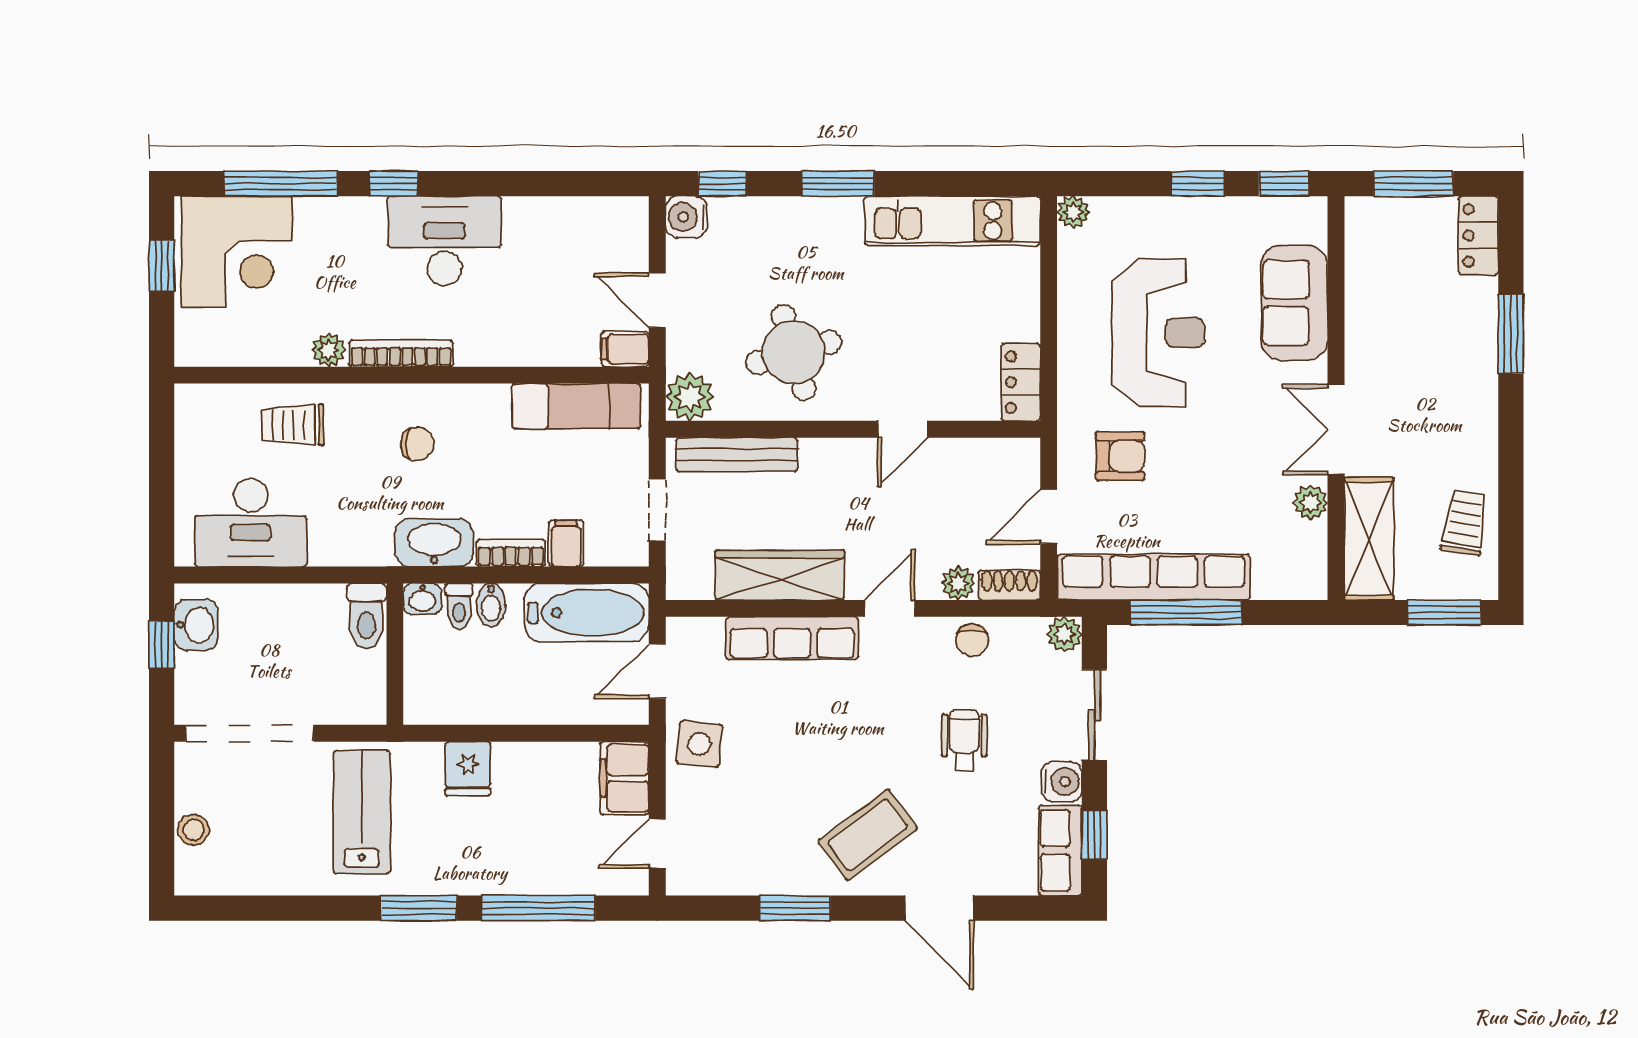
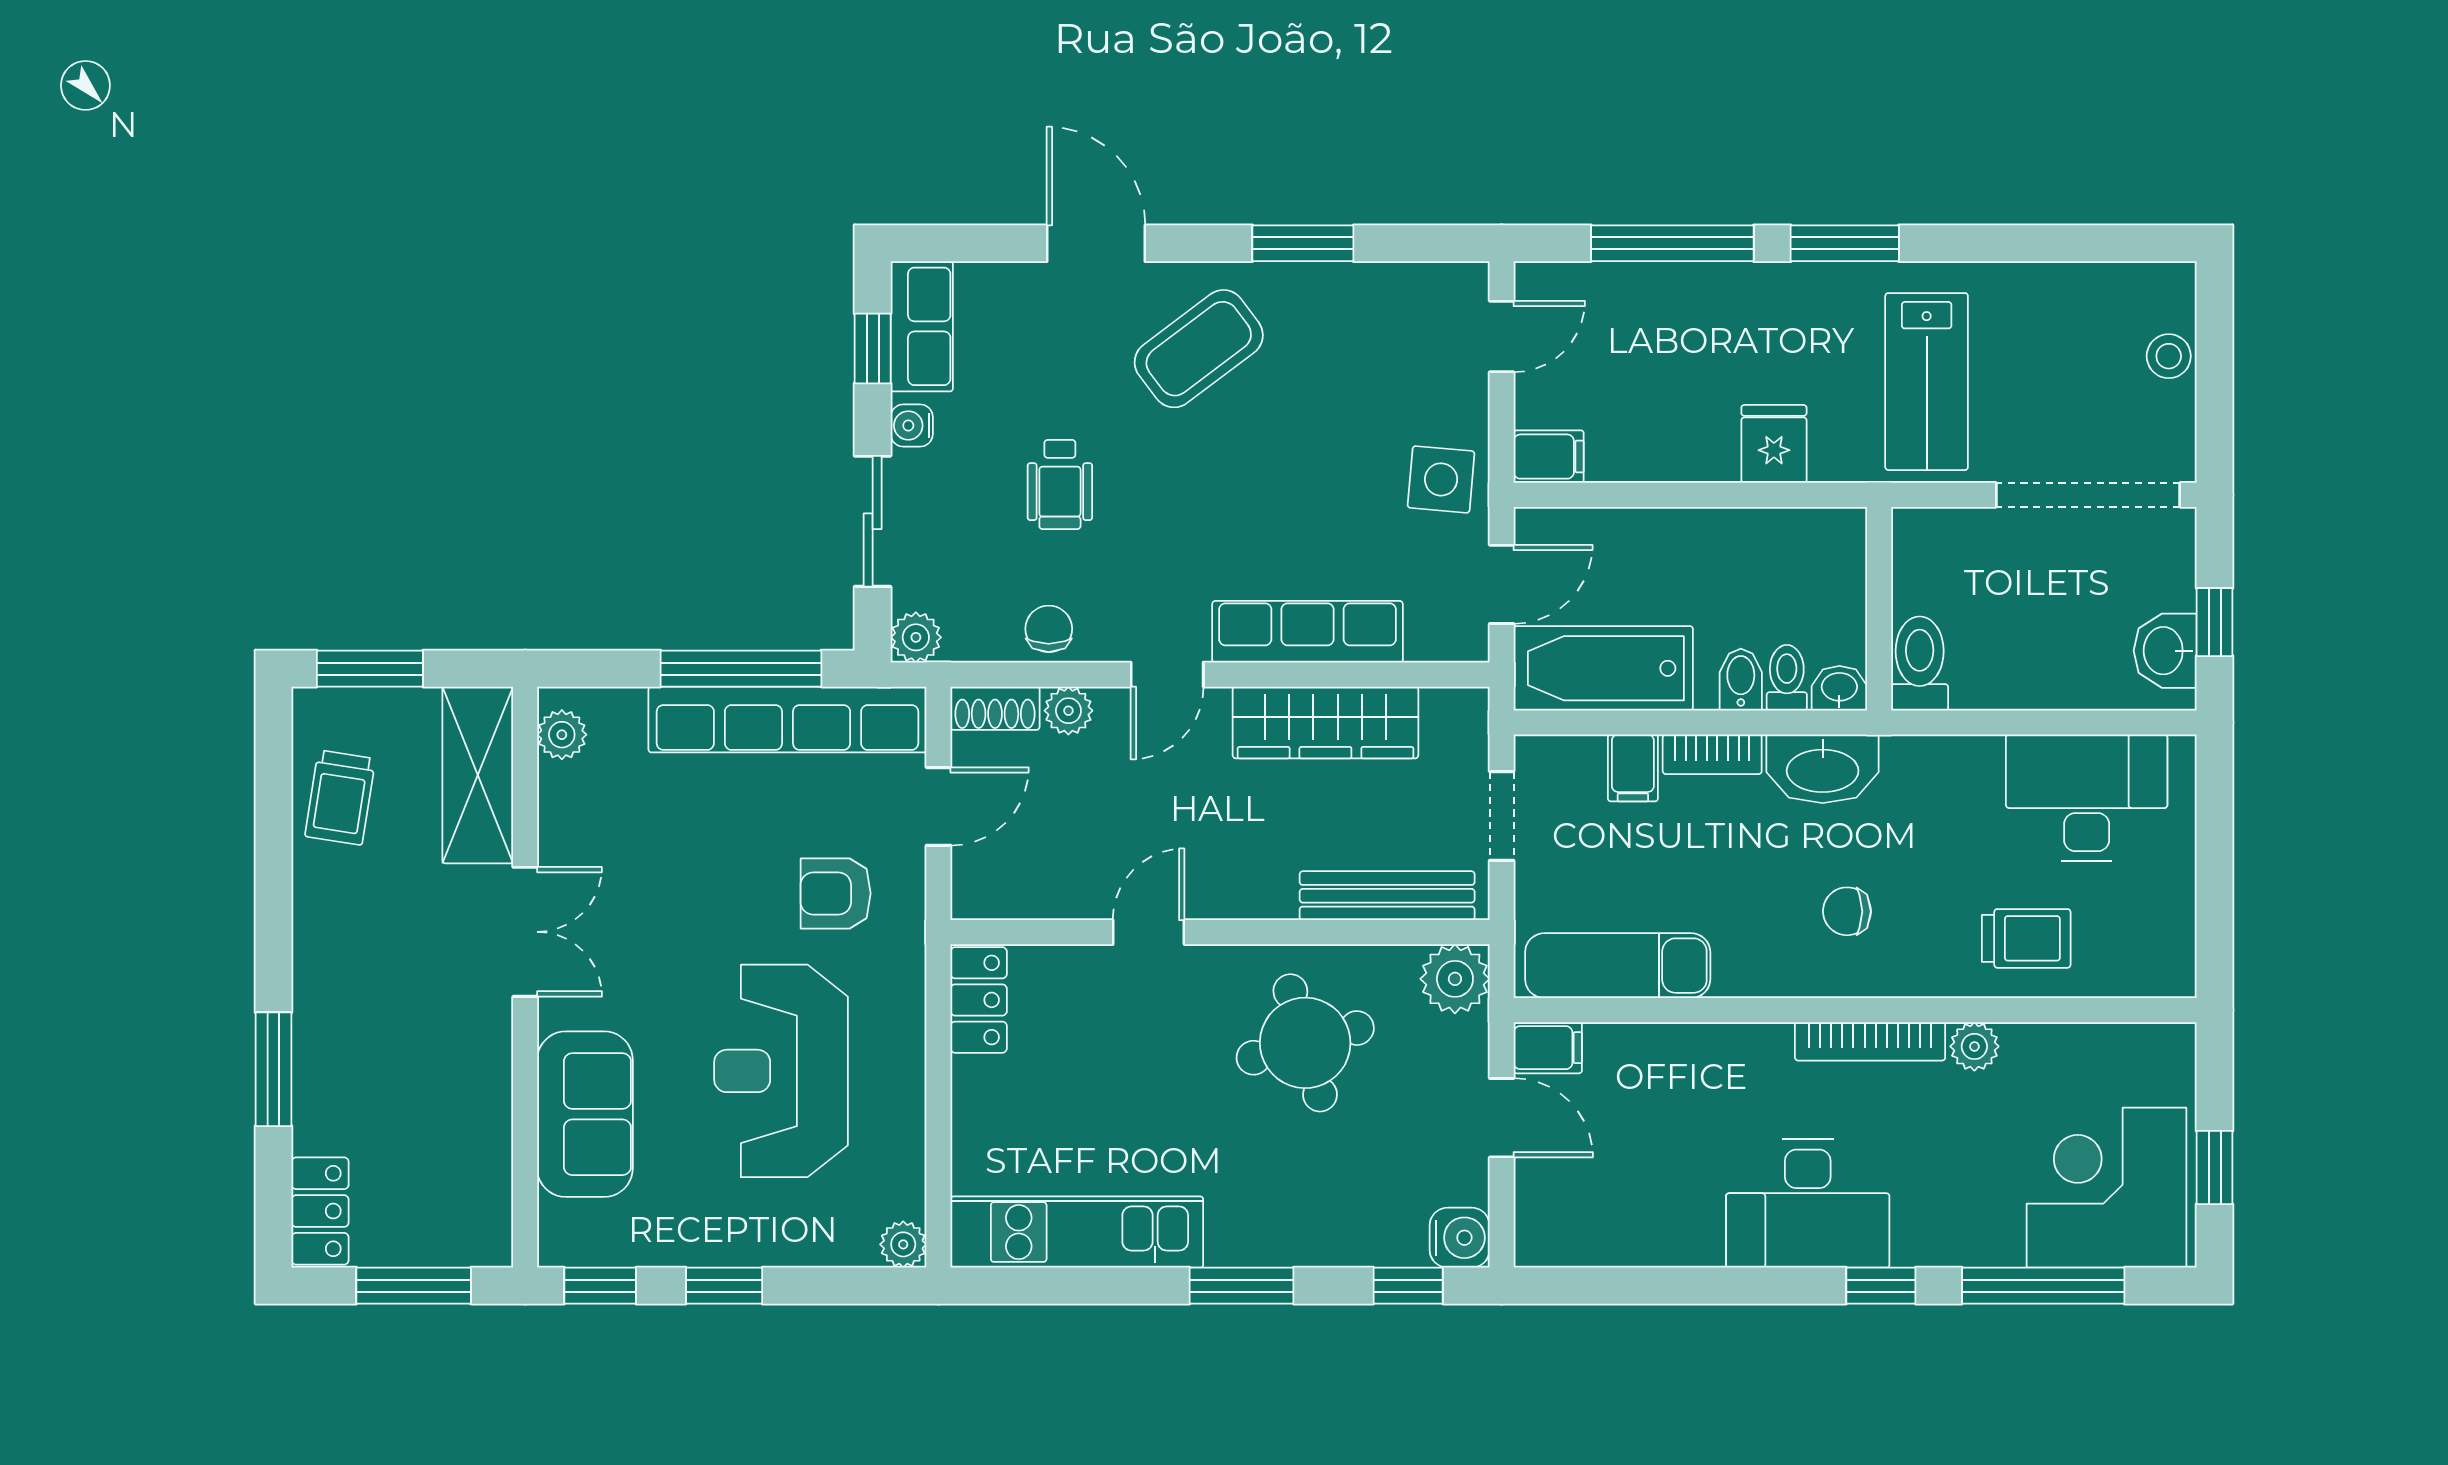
plant: (1310, 503) -> (562, 735), moved
filing cabinet: (625, 778) -> (1549, 457), width x0.50
water cooler: (1062, 781) -> (912, 426), width x0.72, depth x0.72

